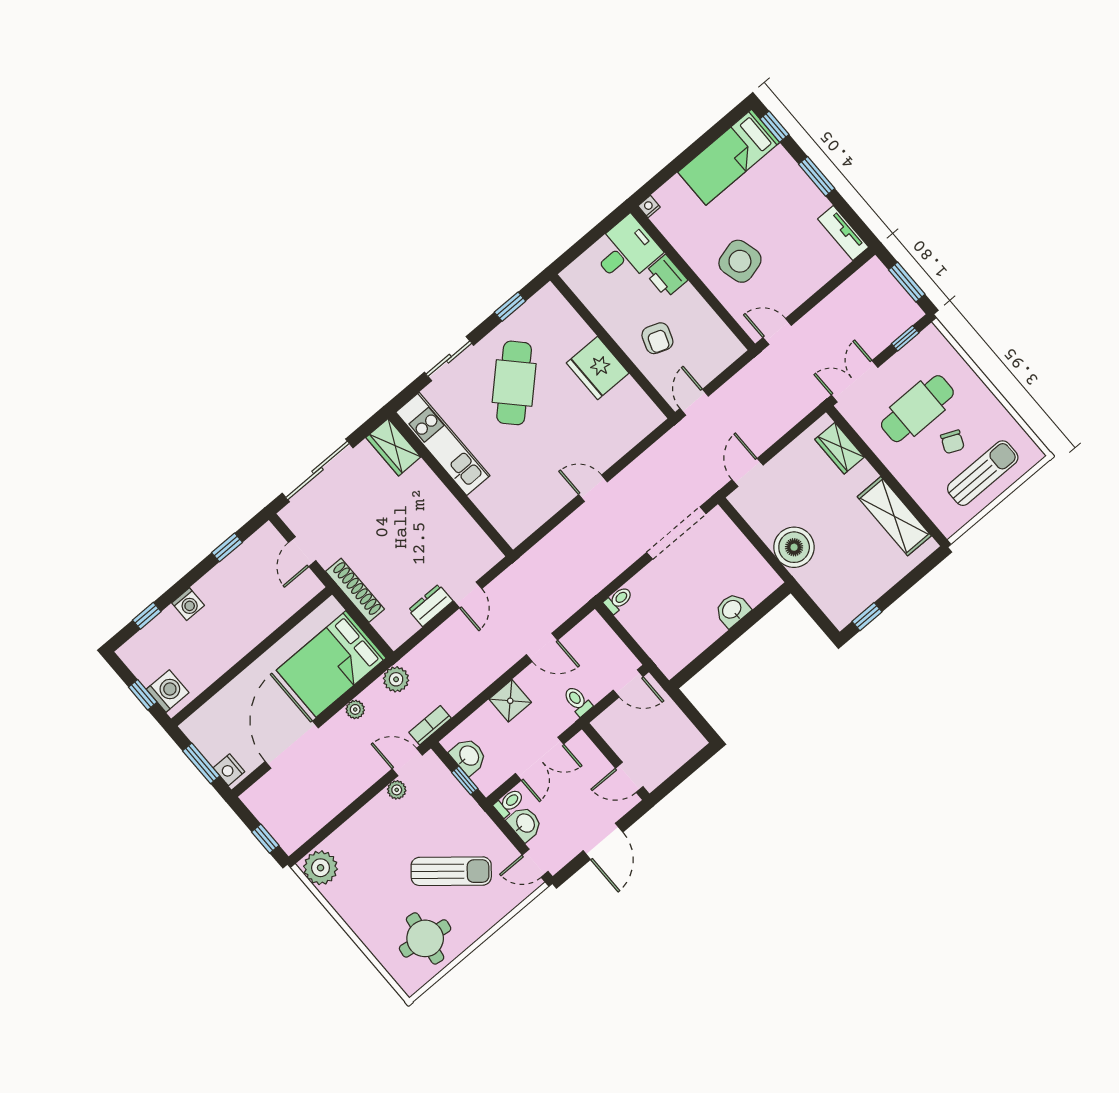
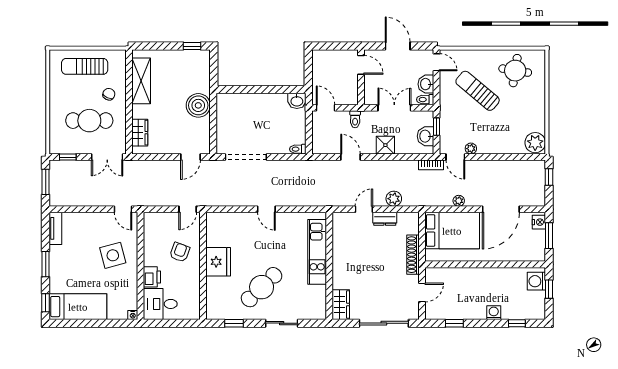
chair: (952, 442) -> (109, 94), moved
kitchen unit: (443, 444) -> (317, 252), moved
washbasin: (732, 610) -> (297, 101), moved
plant: (396, 679) -> (394, 199), moved
door: (603, 841) -> (398, 46), hinge flipped

